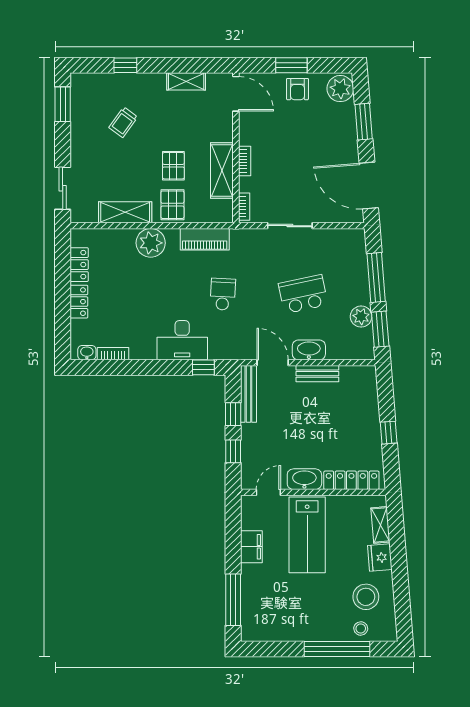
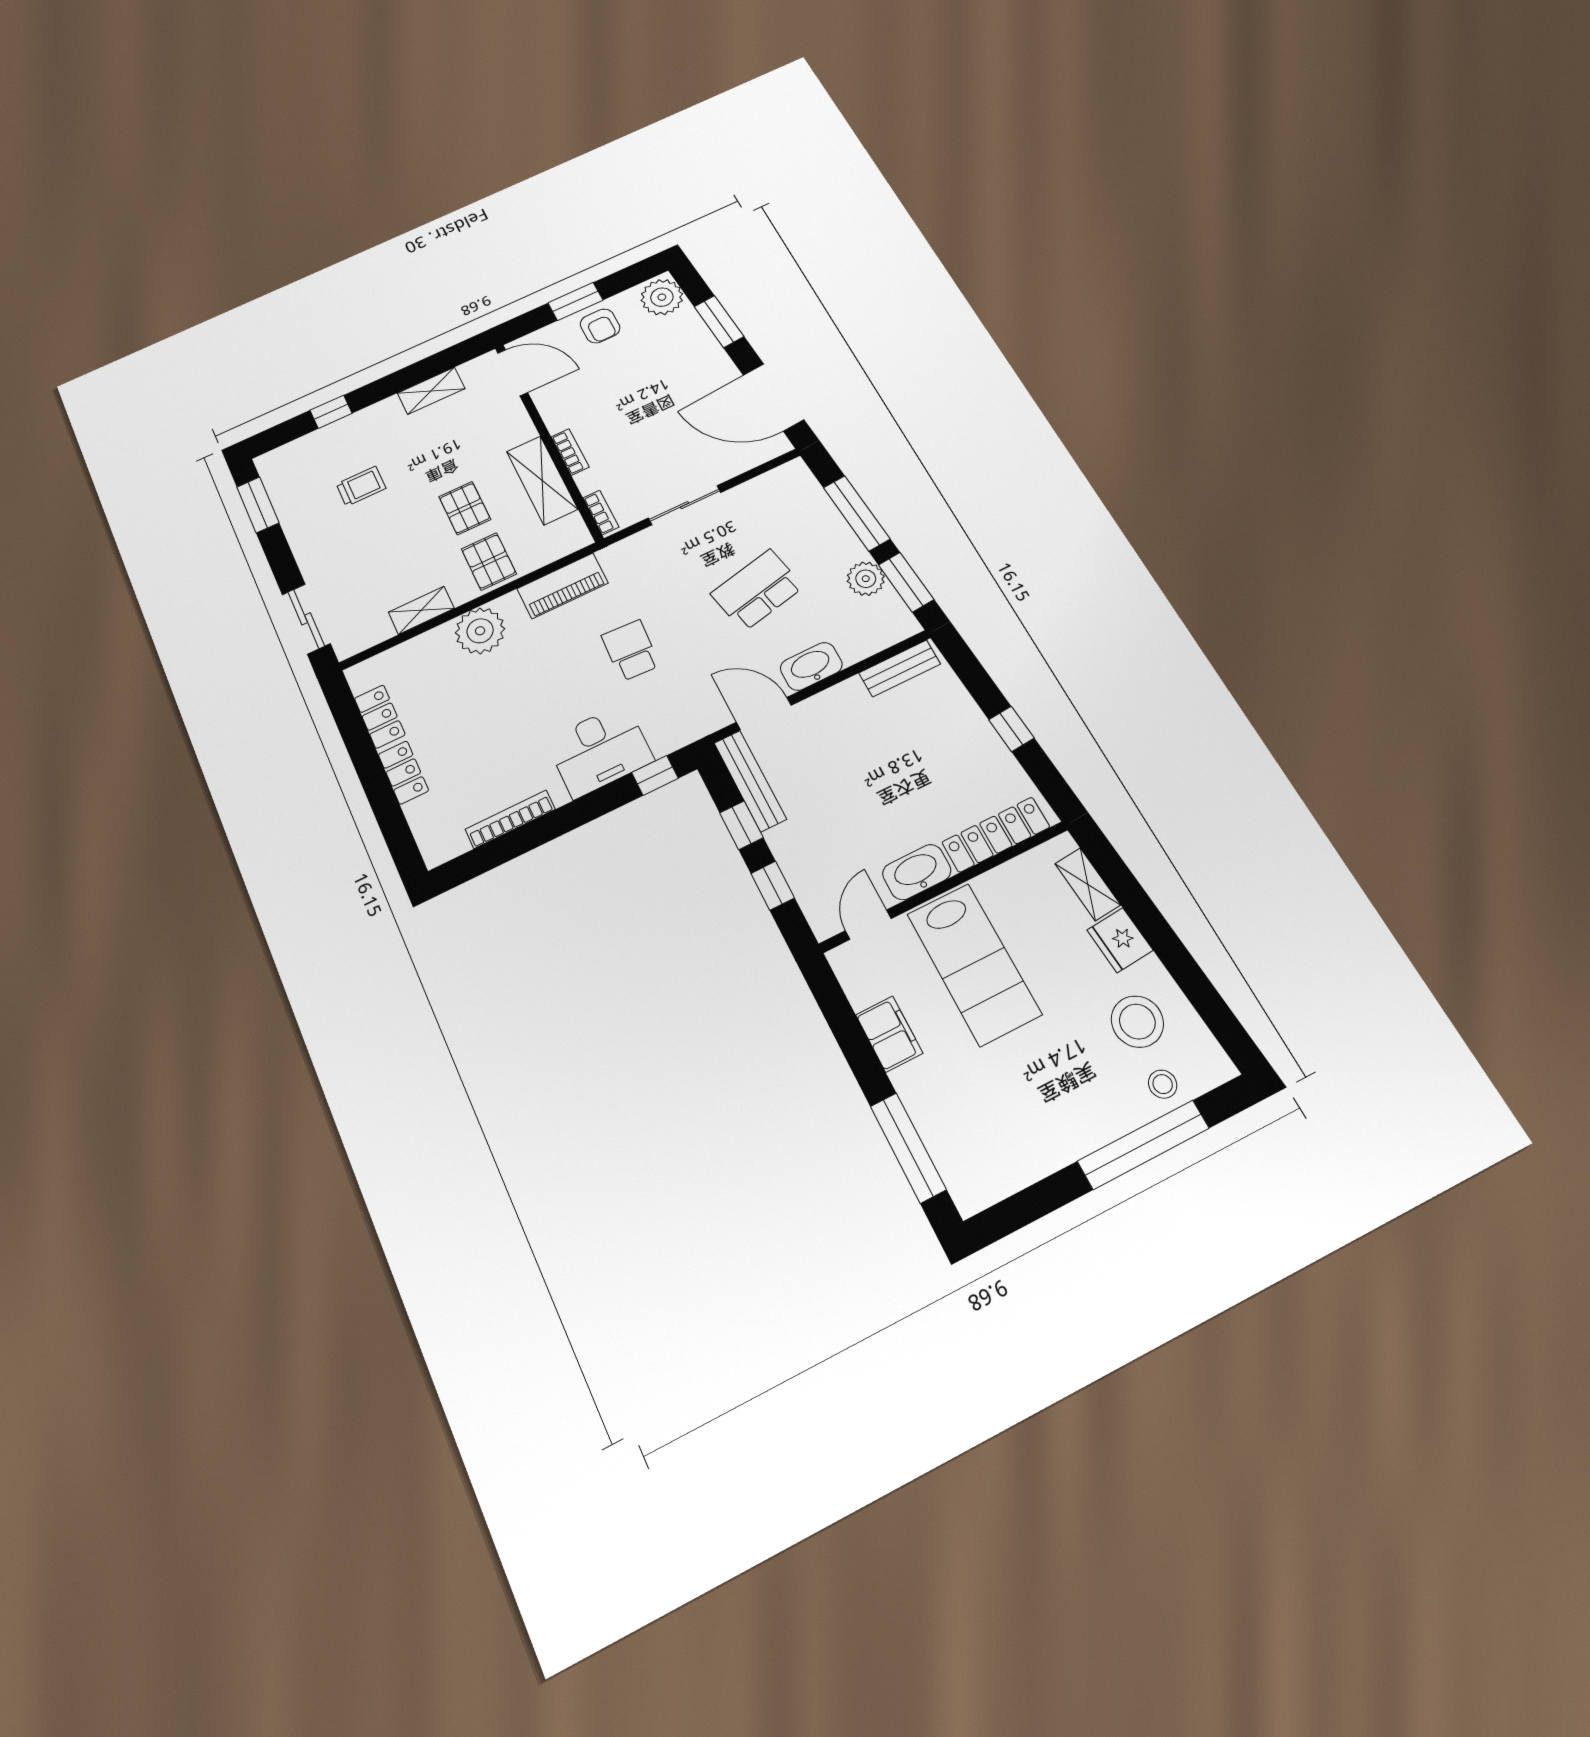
trolley: (123, 122) -> (361, 486), turned -126
shelving: (125, 212) -> (421, 610), width x0.67, depth x0.75
washbasin: (87, 353) -> (451, 846), removed
bookcase: (113, 354) -> (510, 819), width x1.56
bench: (317, 374) -> (900, 668), moved

